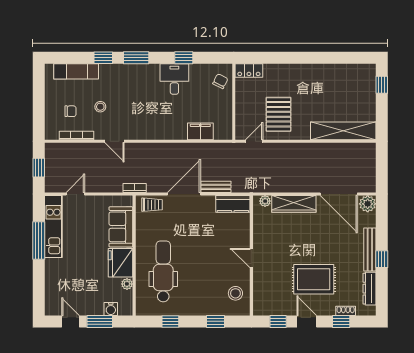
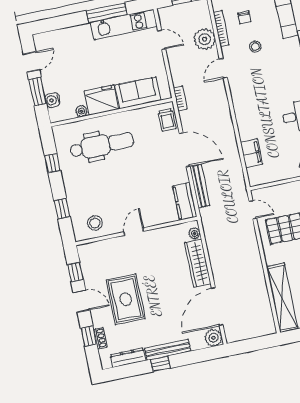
plant: (83, 153) -> (205, 39), added
bench: (216, 187) -> (200, 186), width x1.36
door: (307, 321) -> (81, 301), hinge flipped

